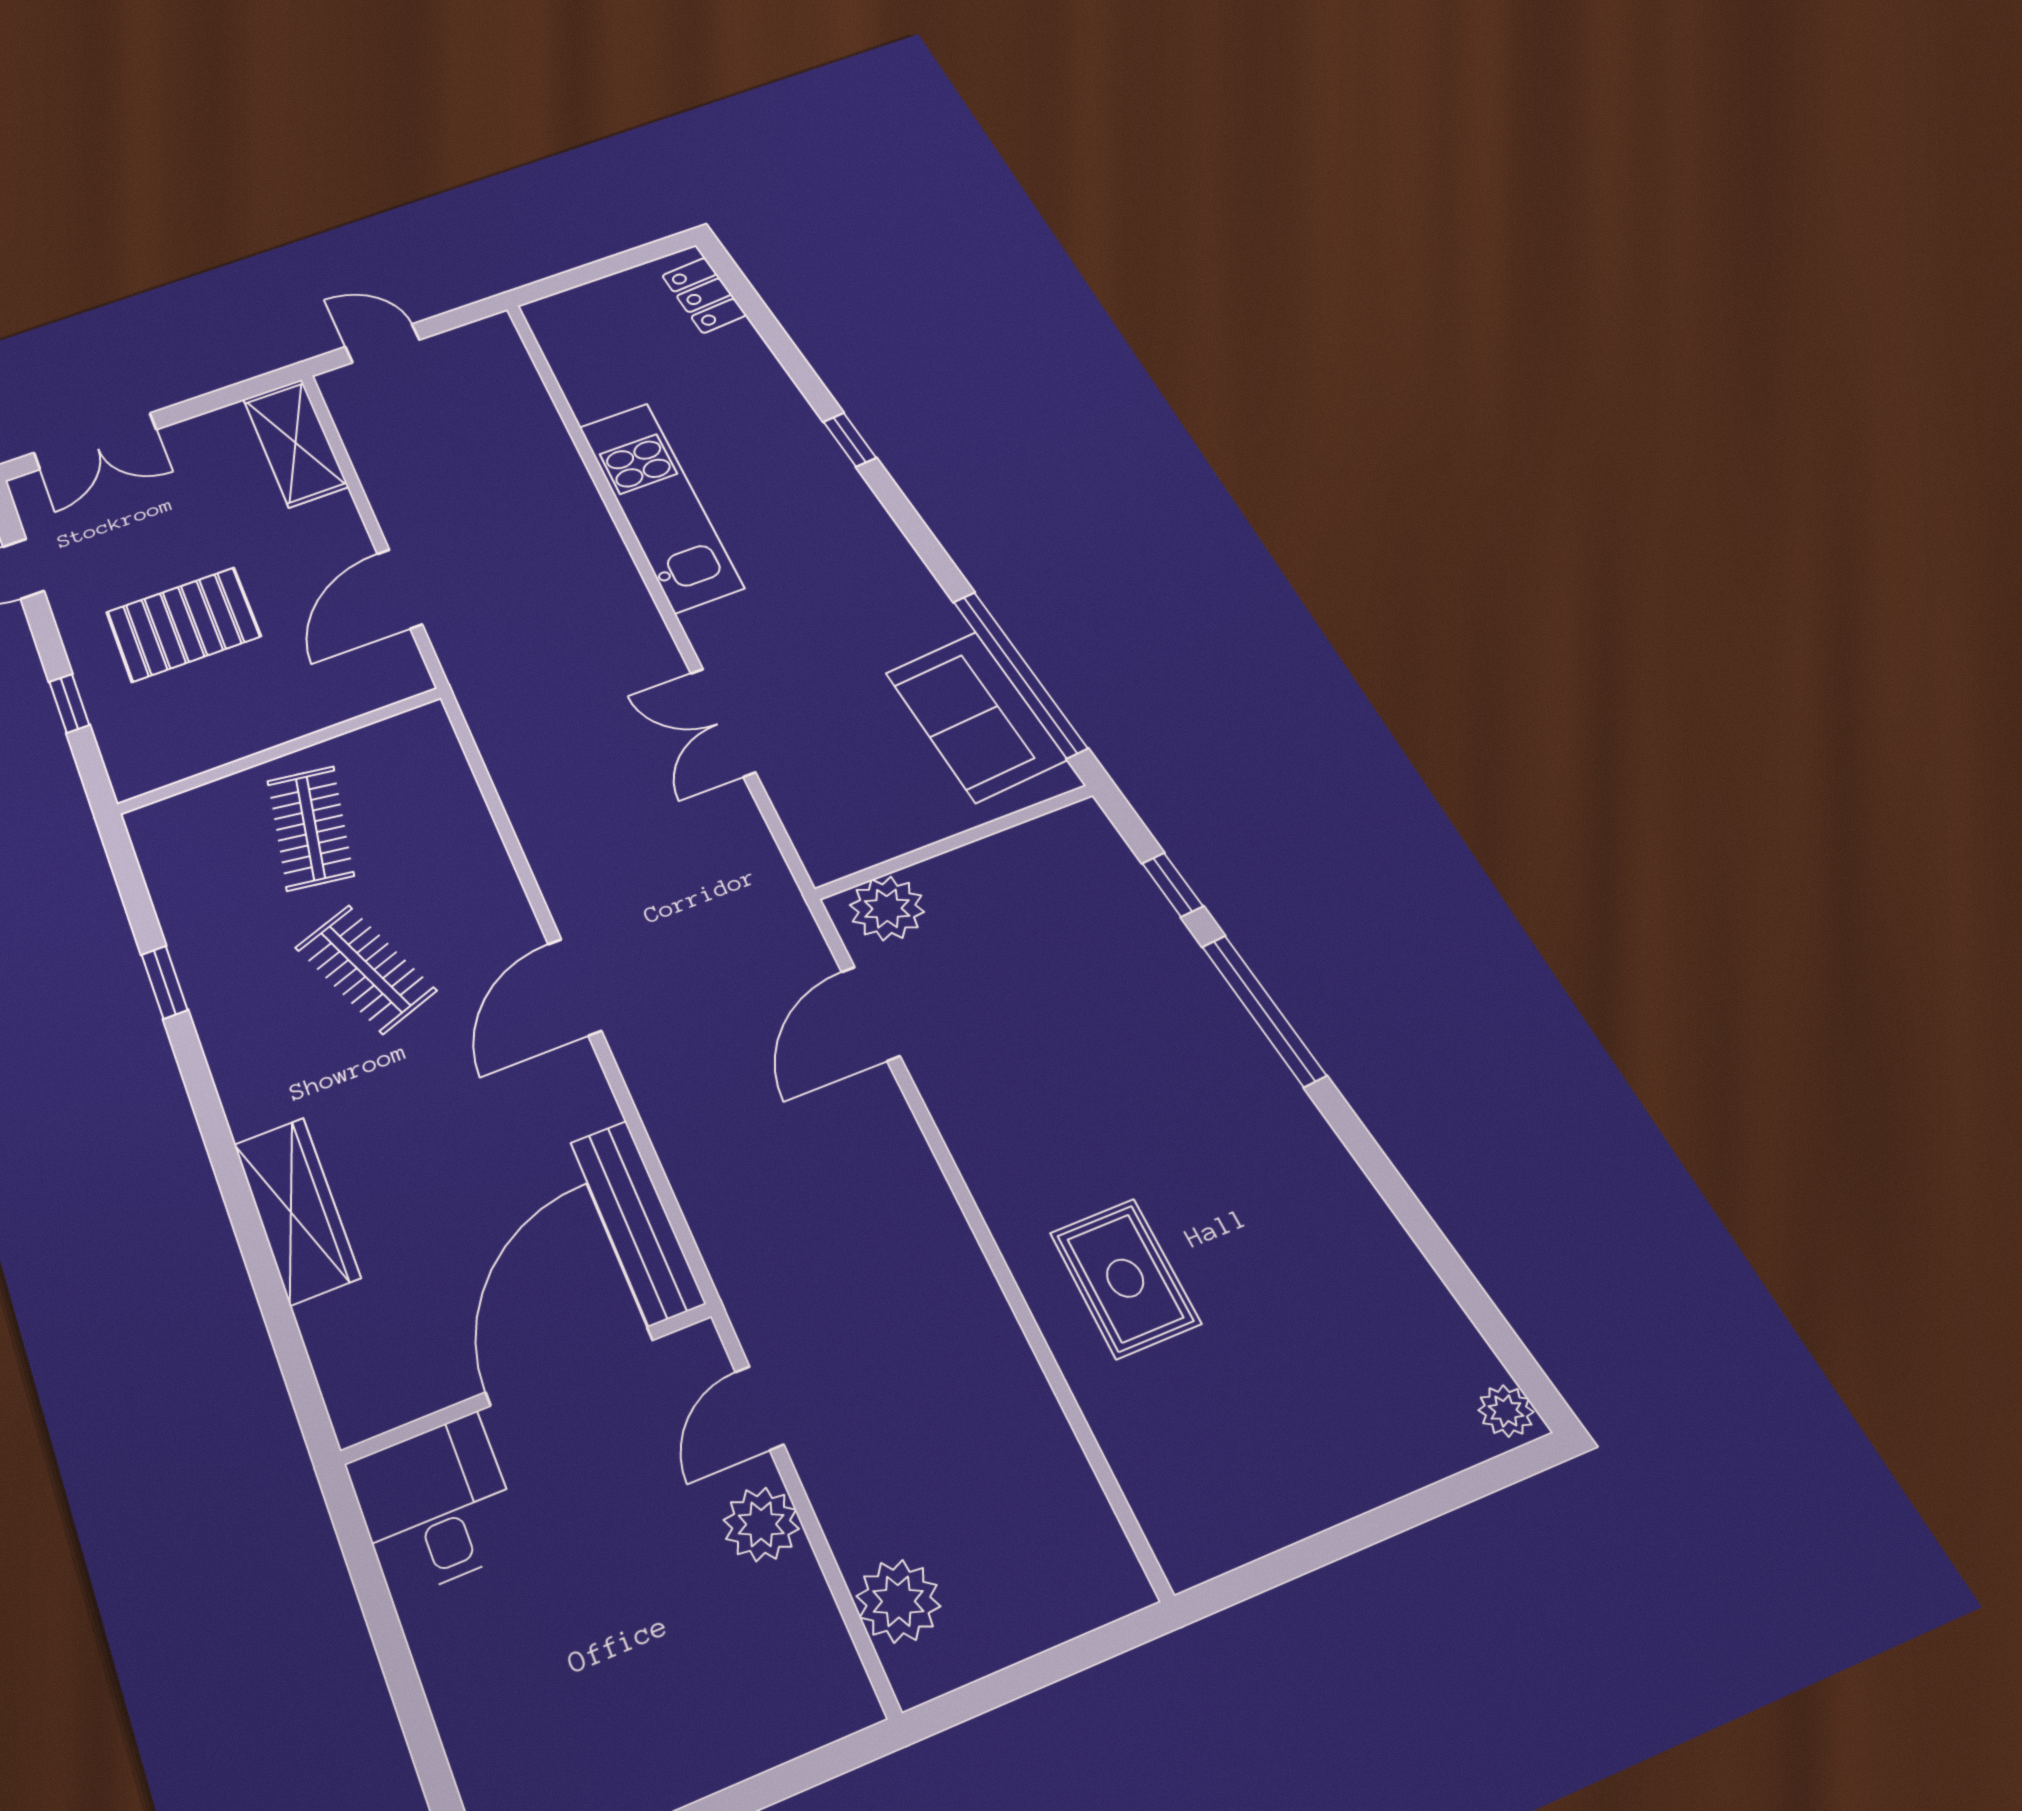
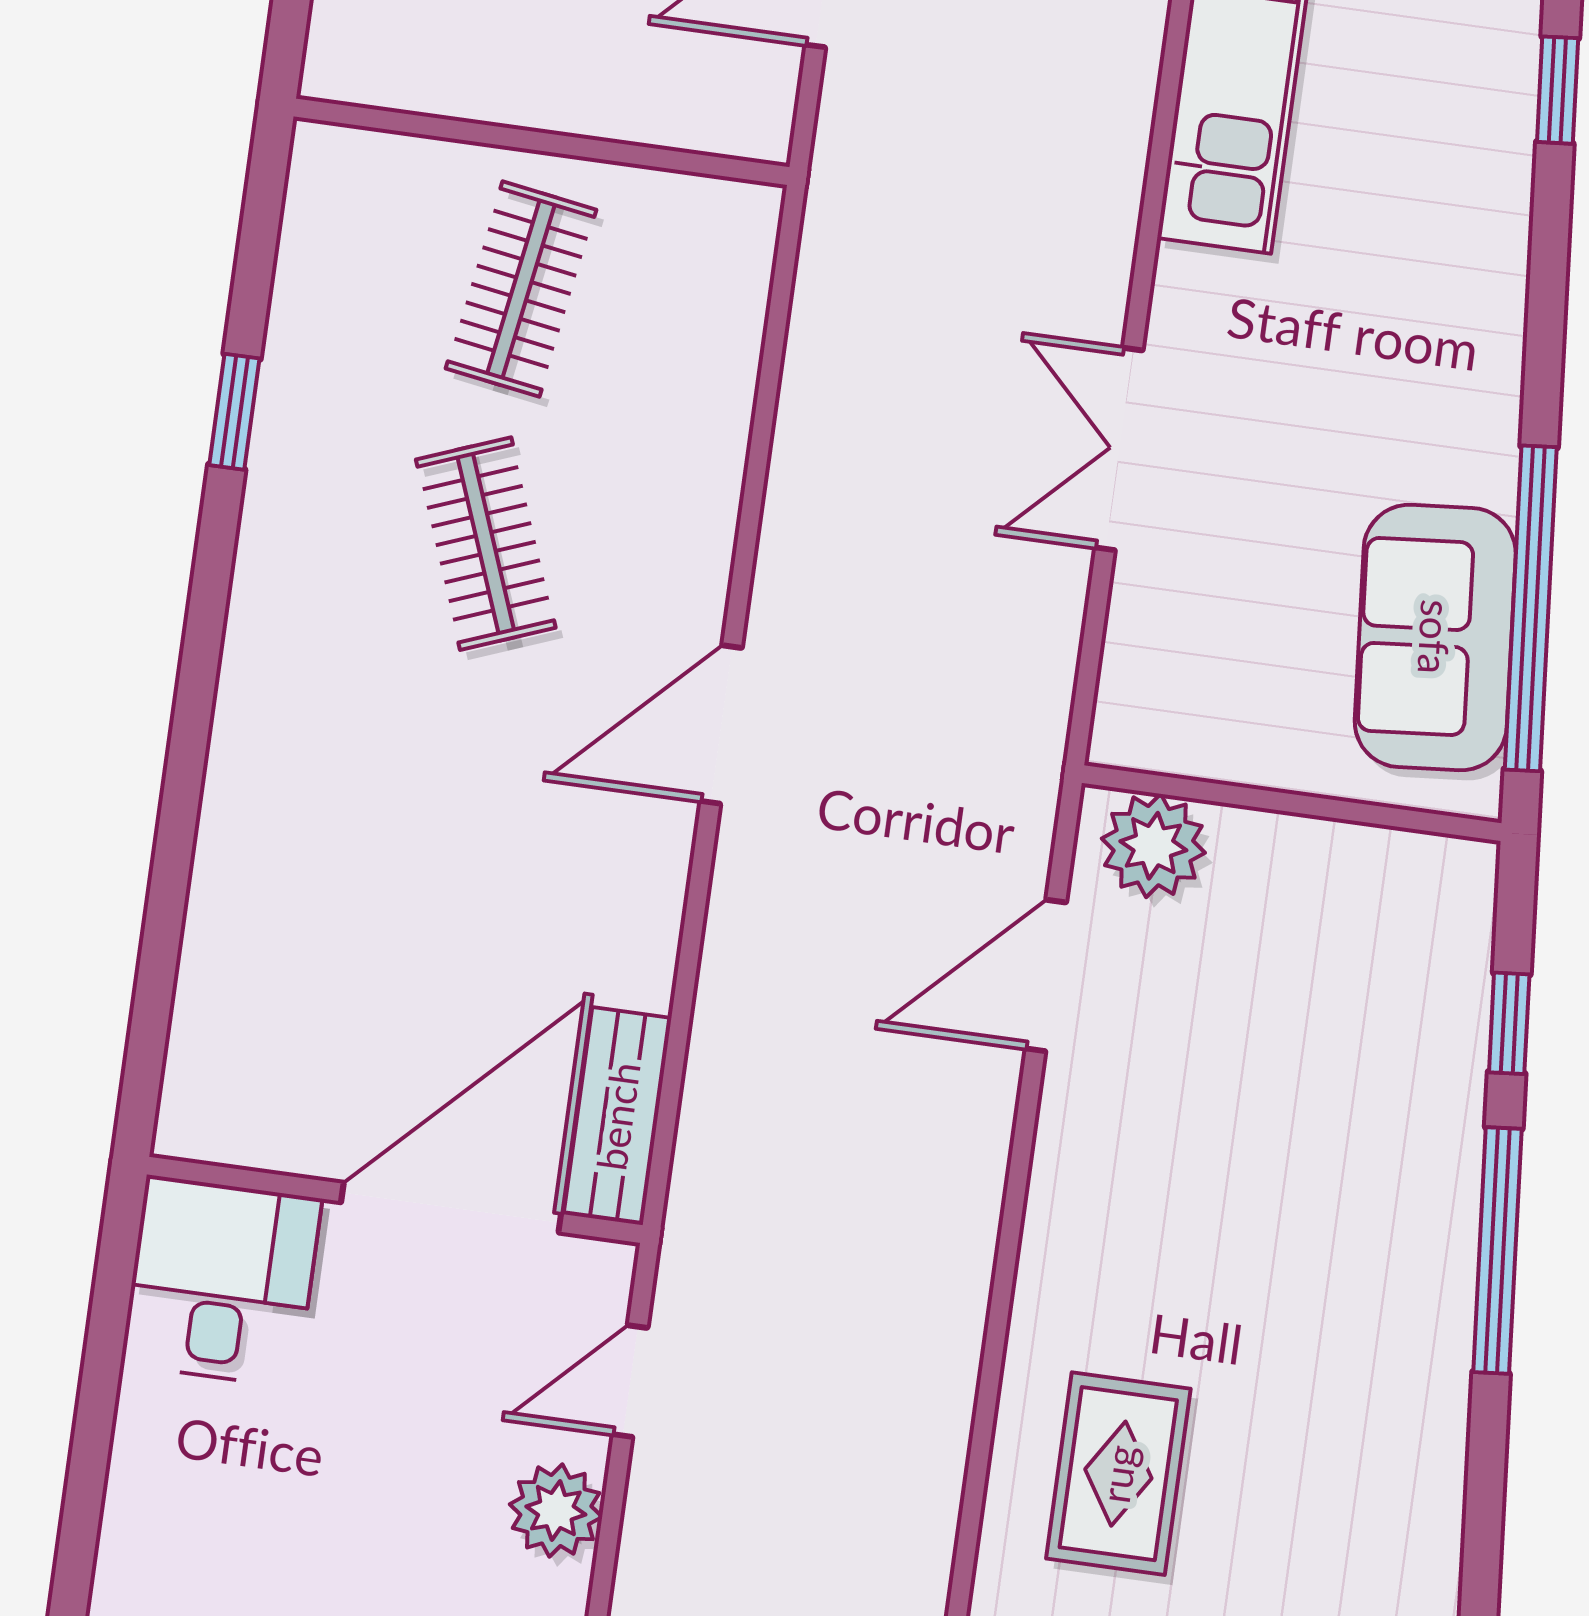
wardrobe: (297, 1210) -> (244, 827), removed
bench: (637, 1222) -> (618, 1116), width x0.73

